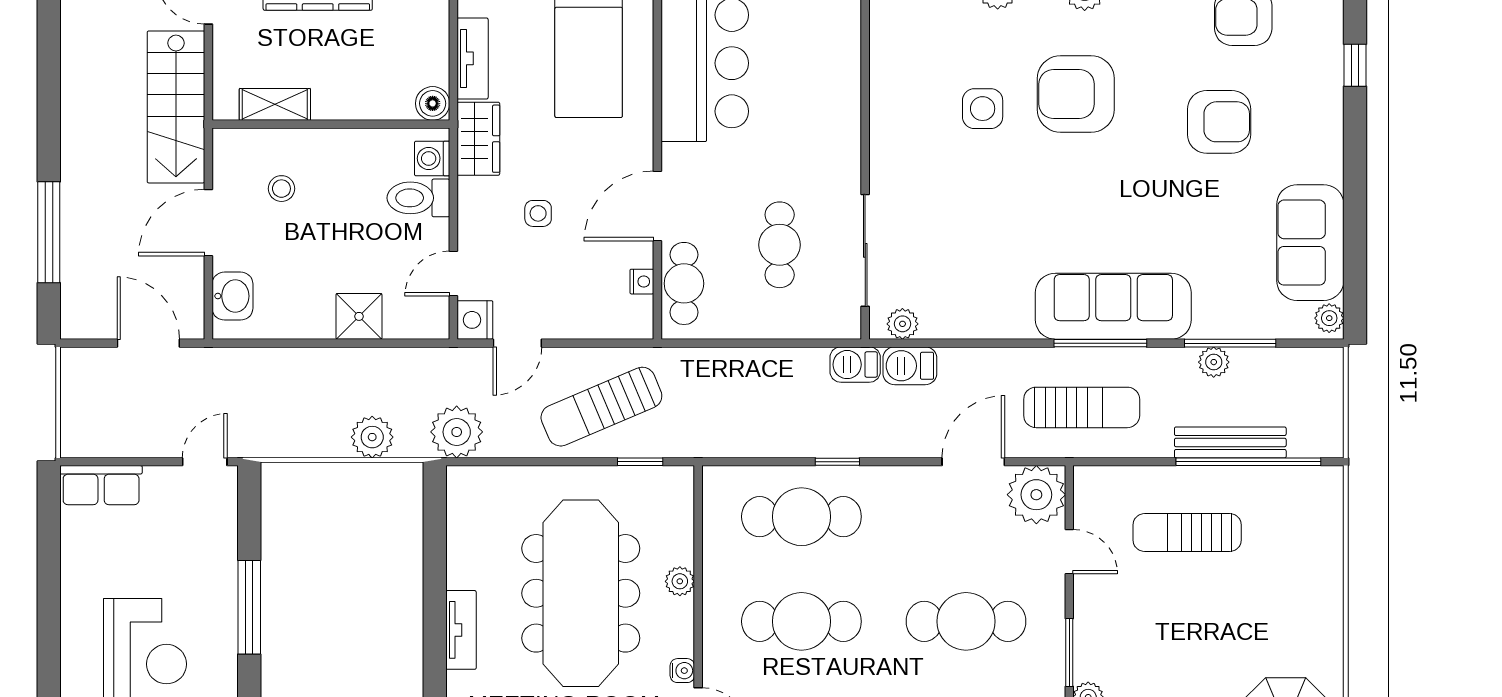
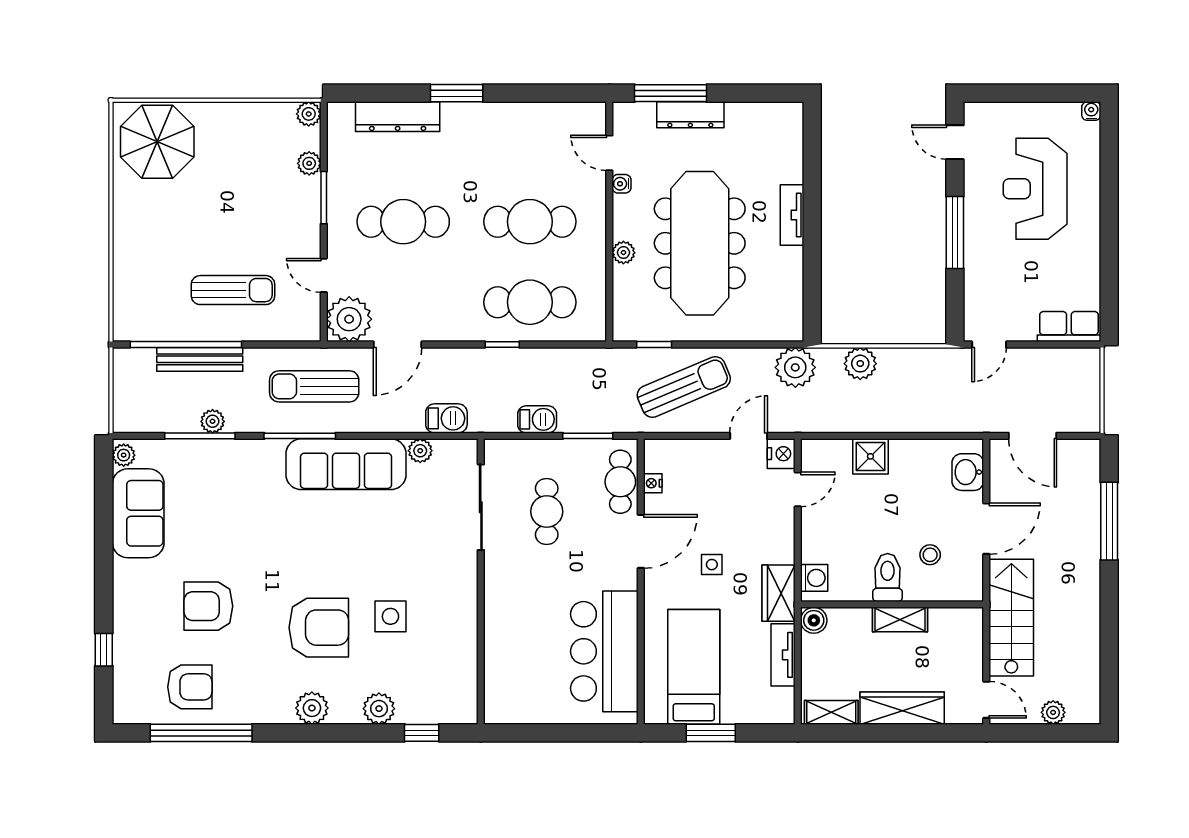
shelving: (275, 104) -> (900, 620), moved
toilet: (418, 198) -> (888, 578), moved, turned -90
side table: (538, 213) -> (712, 565), moved
sofa: (1113, 306) -> (346, 464), moved
plant: (902, 324) -> (420, 451), moved
window: (726, 343) -> (588, 436), added
barbecue: (855, 365) -> (537, 419), moved

